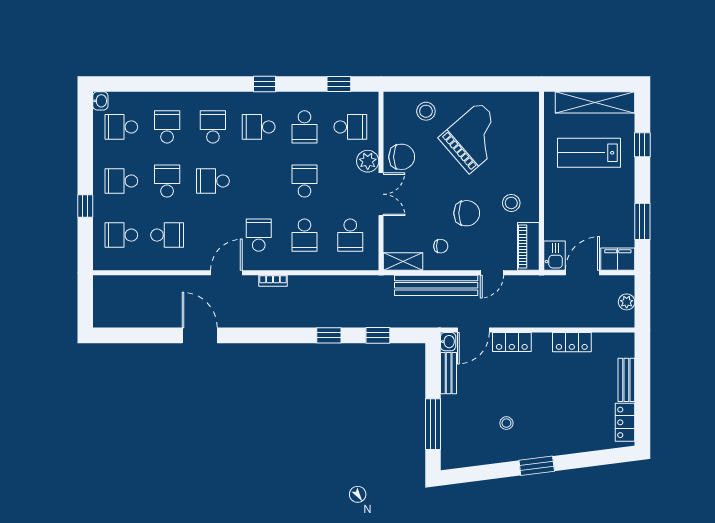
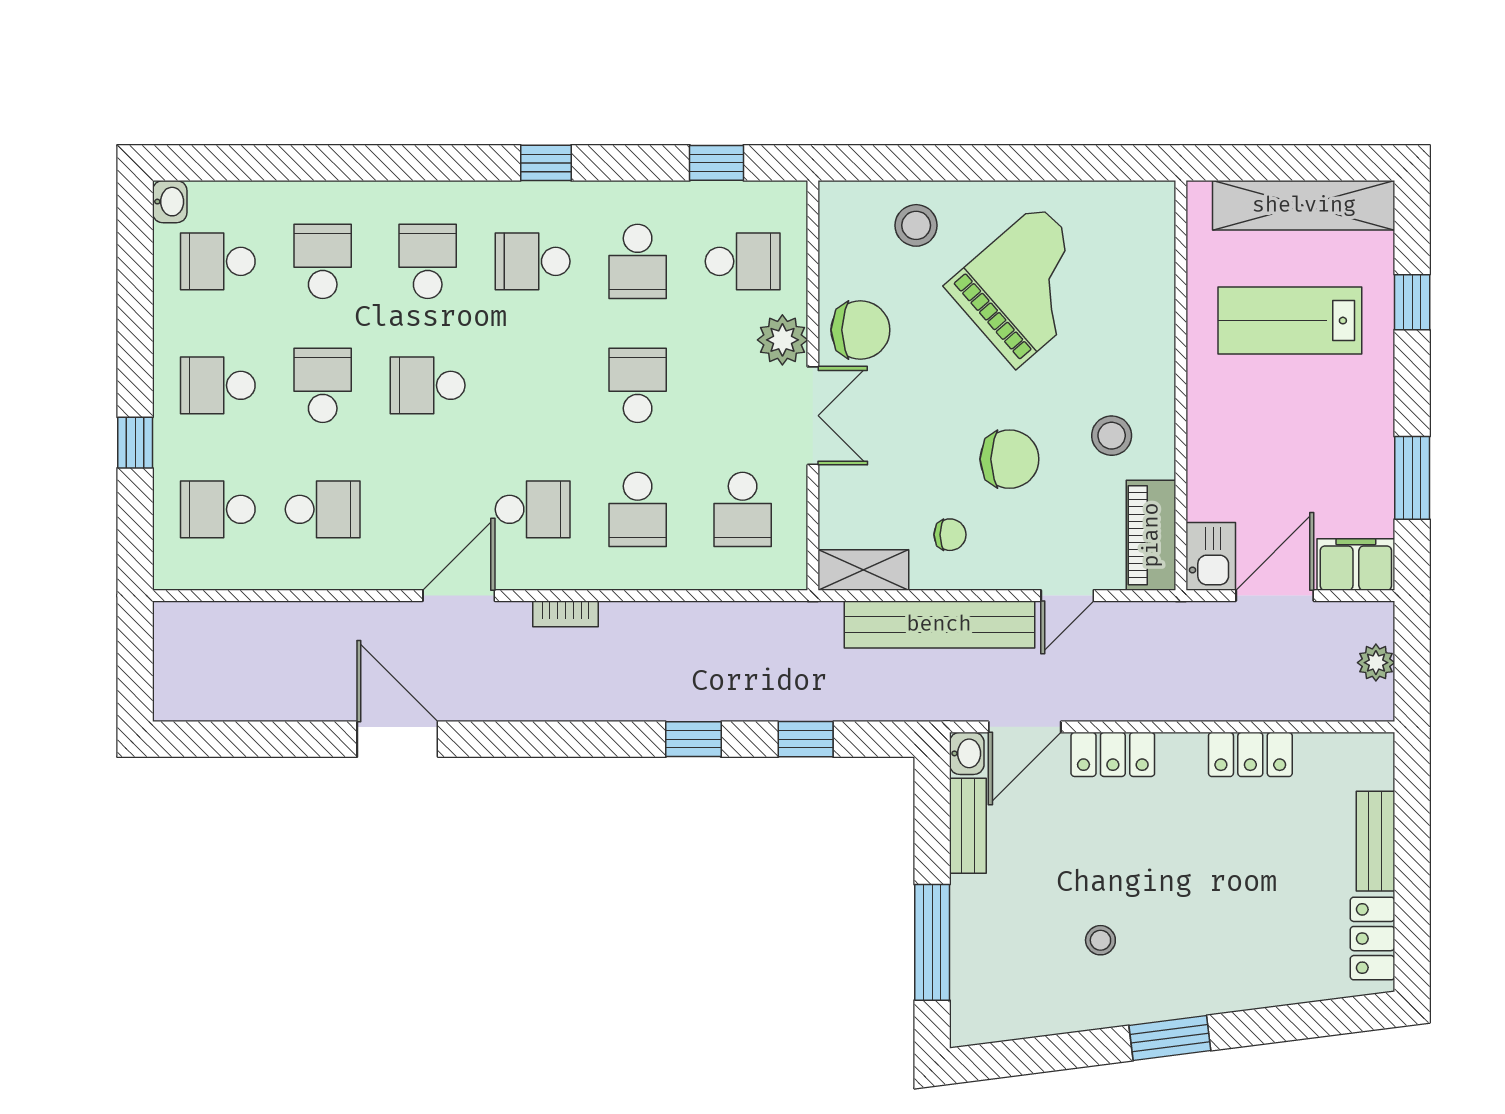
school desk: (259, 235) -> (533, 509), turned 90

